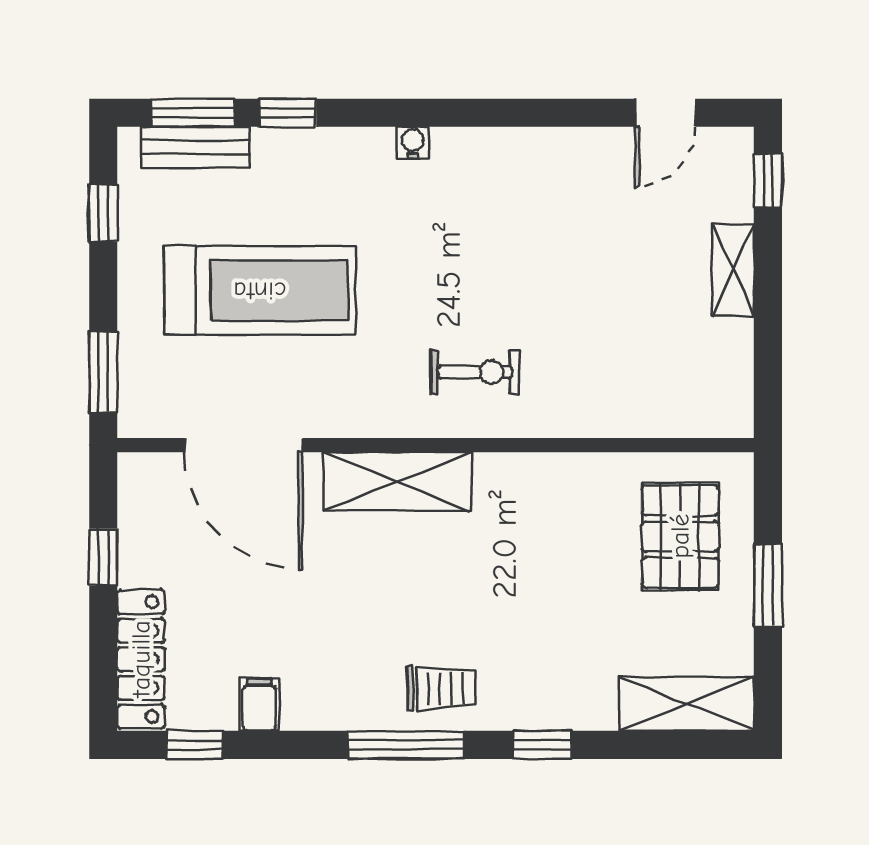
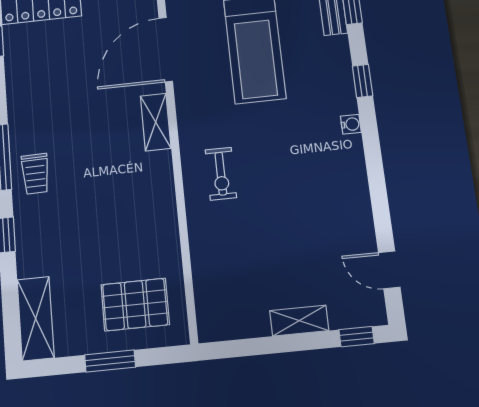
window: (288, 113) -> (363, 81), moved
shelving: (397, 482) -> (156, 122), width x0.67, depth x0.75
filing cabinet: (259, 705) -> (20, 74), removed

